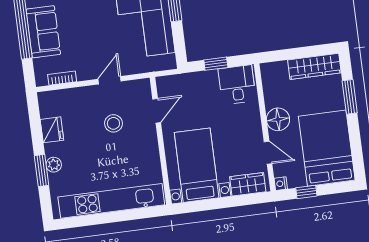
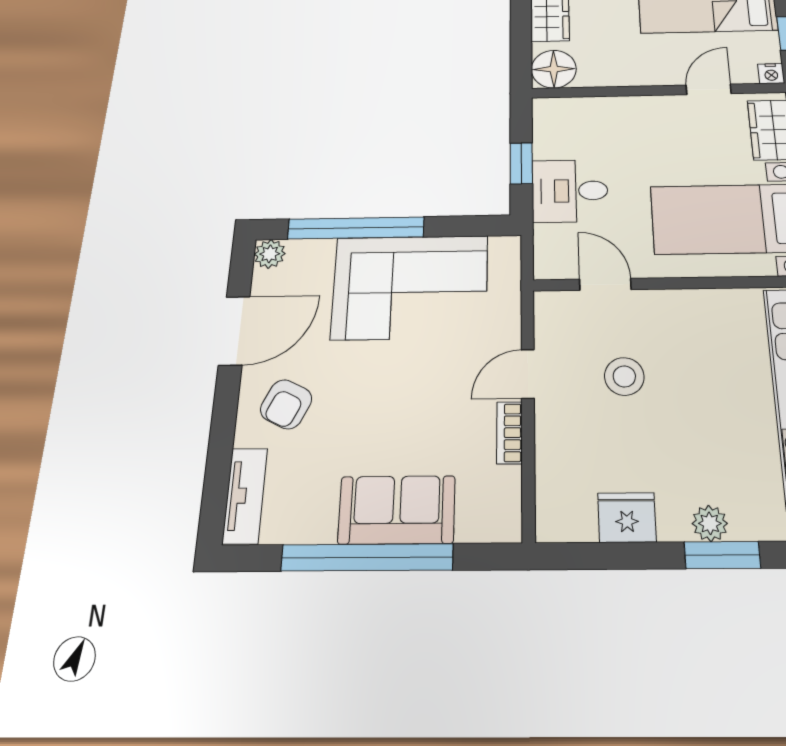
bookcase: (62, 78) -> (509, 433), moved
door: (110, 80) -> (528, 374), hinge flipped
desk: (237, 85) -> (570, 191), moved
floor lamp: (278, 119) -> (554, 69), moved

